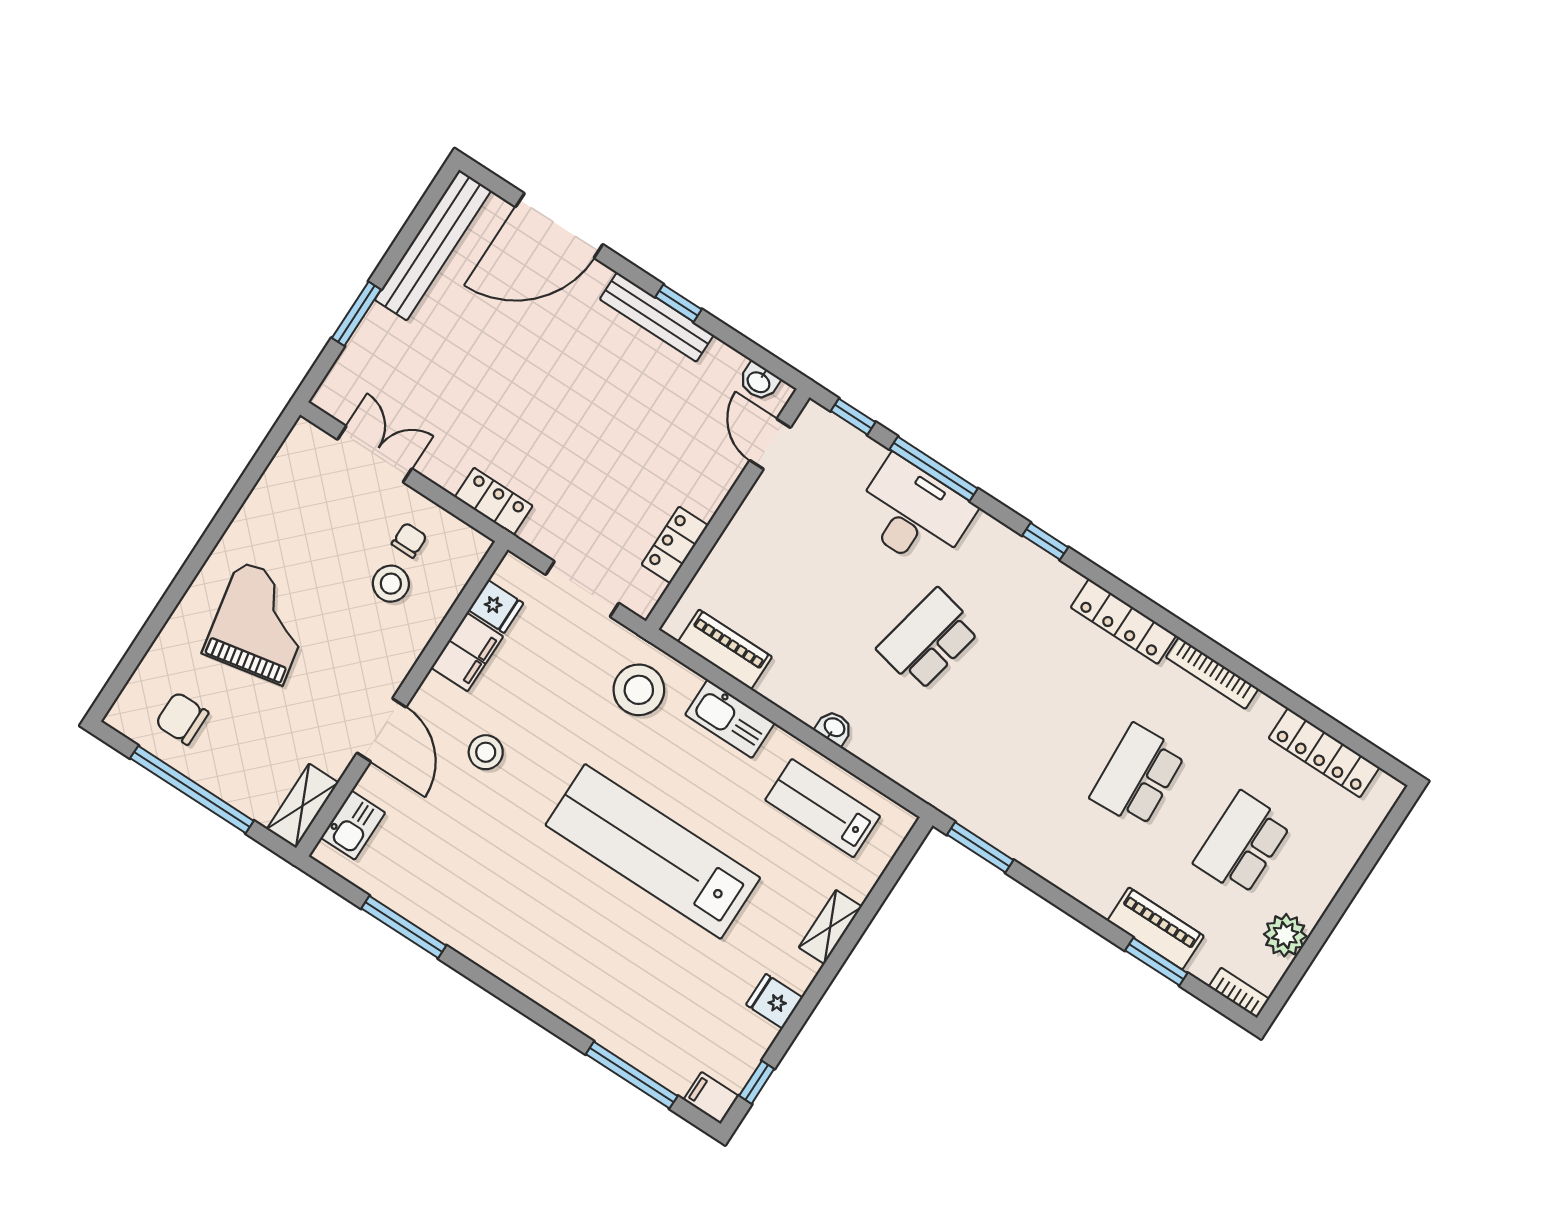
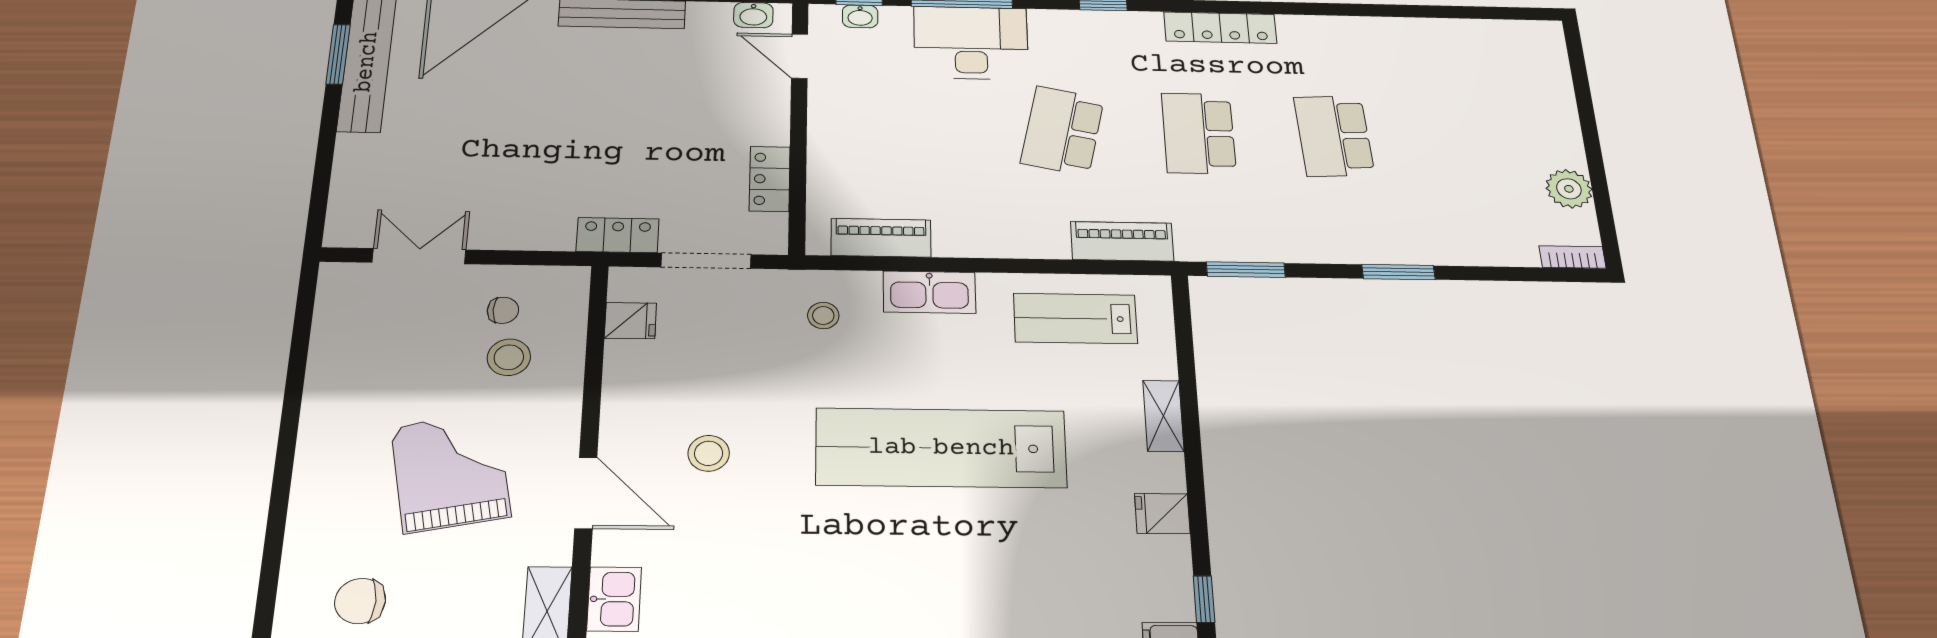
window: (356, 314) -> (338, 54), moved
locker: (494, 501) -> (618, 235), moved
chair: (409, 540) -> (503, 310), turned 90
grand piano: (261, 623) -> (451, 472), moved
filing cabinet: (467, 652) -> (628, 375), removed
bookcase: (1212, 673) -> (1328, 26), removed
stool: (639, 690) -> (823, 316), width x0.53, depth x0.53
washbasin: (834, 728) -> (860, 16), moved, turned 180
locker: (1324, 753) -> (1473, 34), removed
school desk: (1242, 843) -> (1199, 133), moved
piano: (1156, 928) -> (1122, 241), moved
window: (1156, 962) -> (1399, 272), moved

